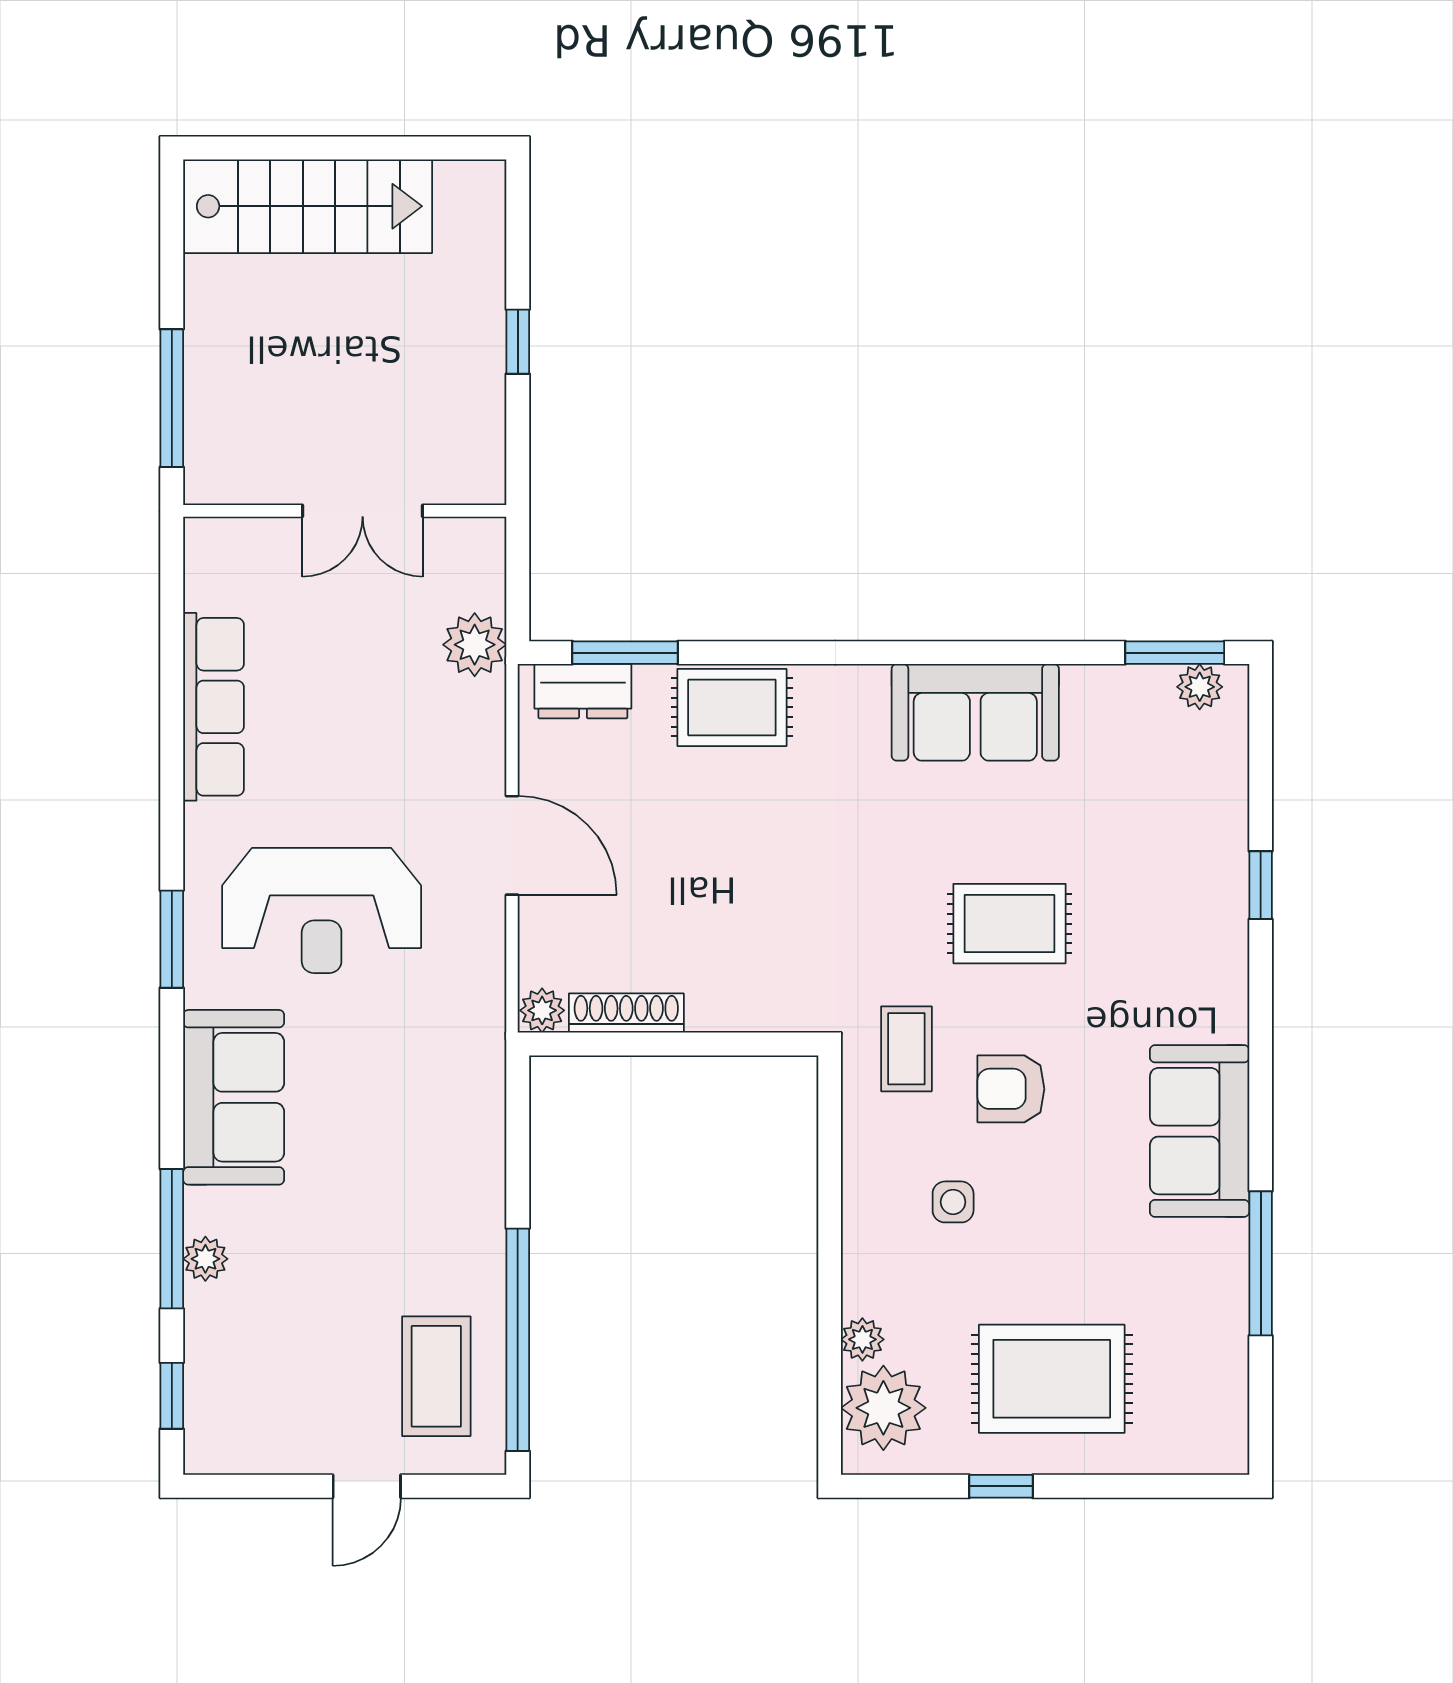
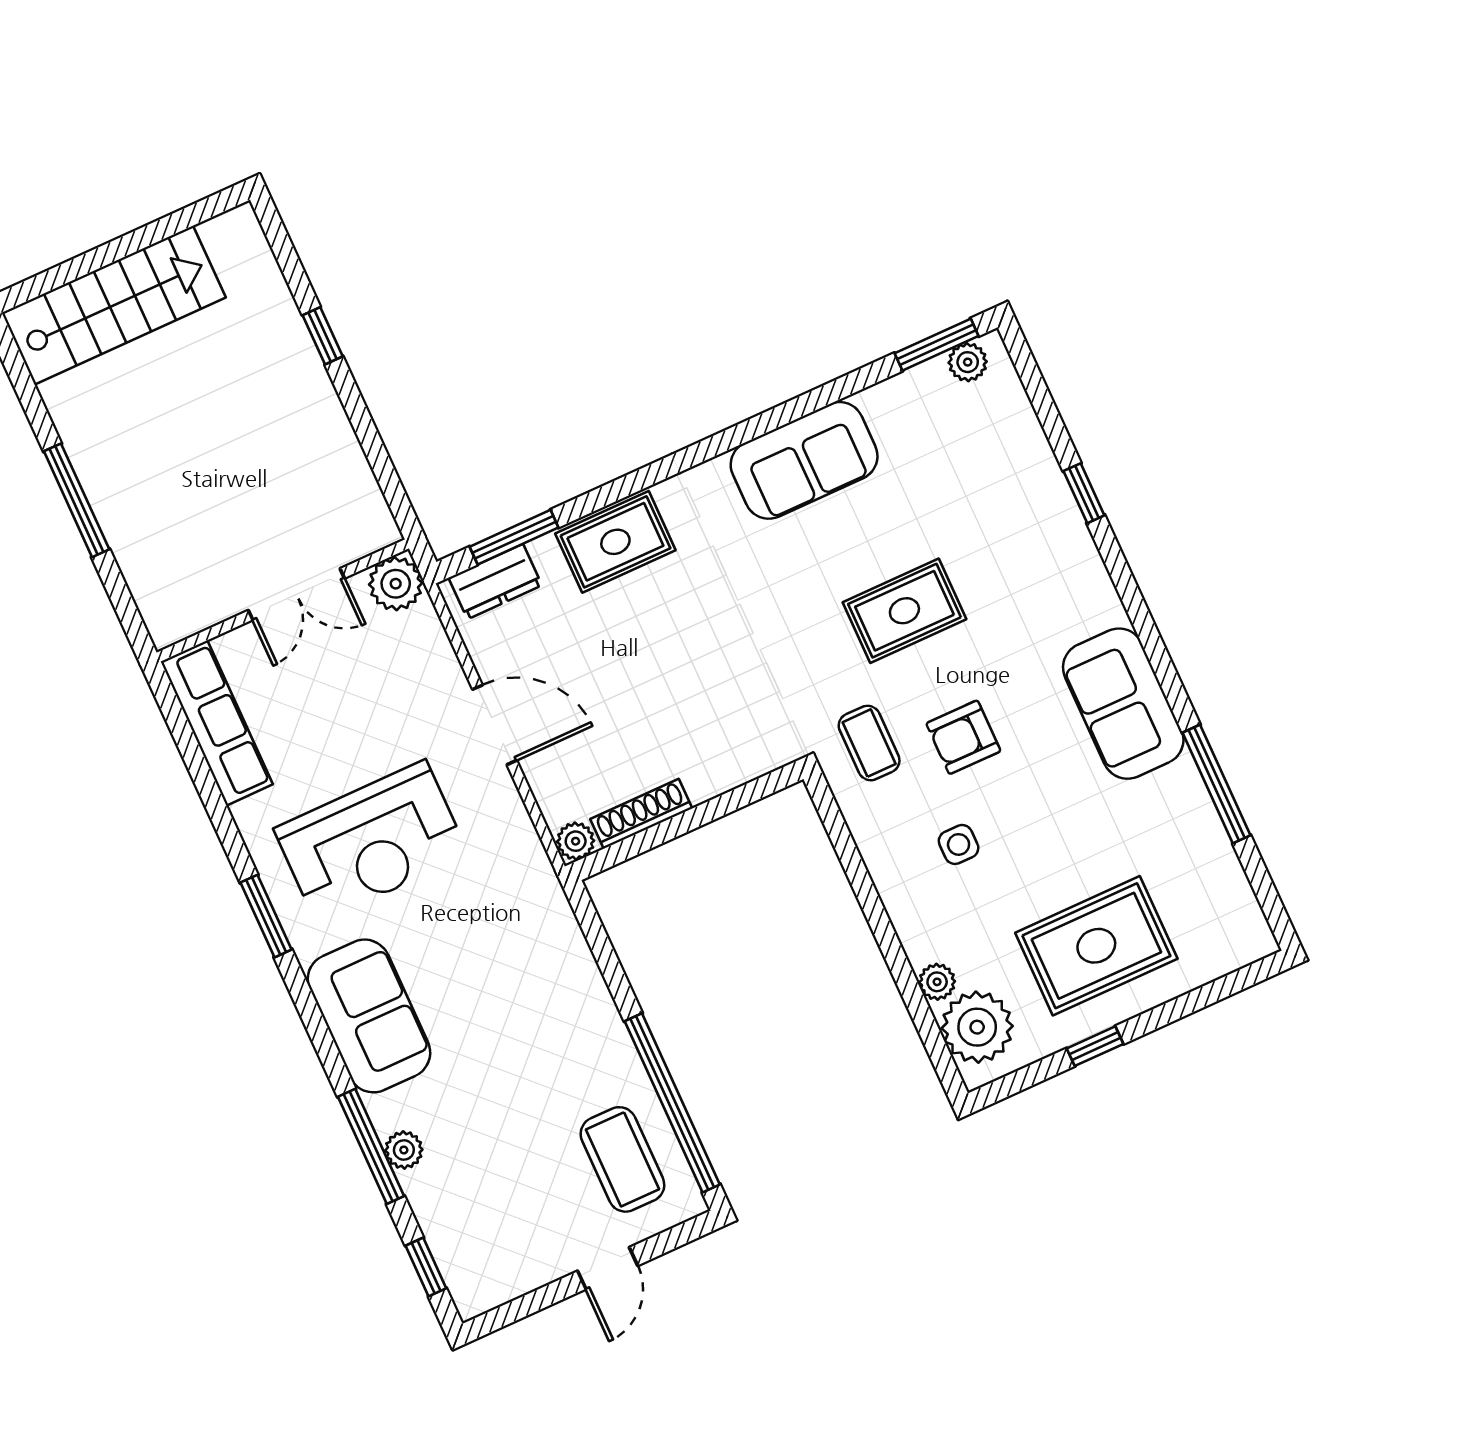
wall: (345, 511) -> (283, 600), moved
double door: (363, 511) -> (296, 594), moved

